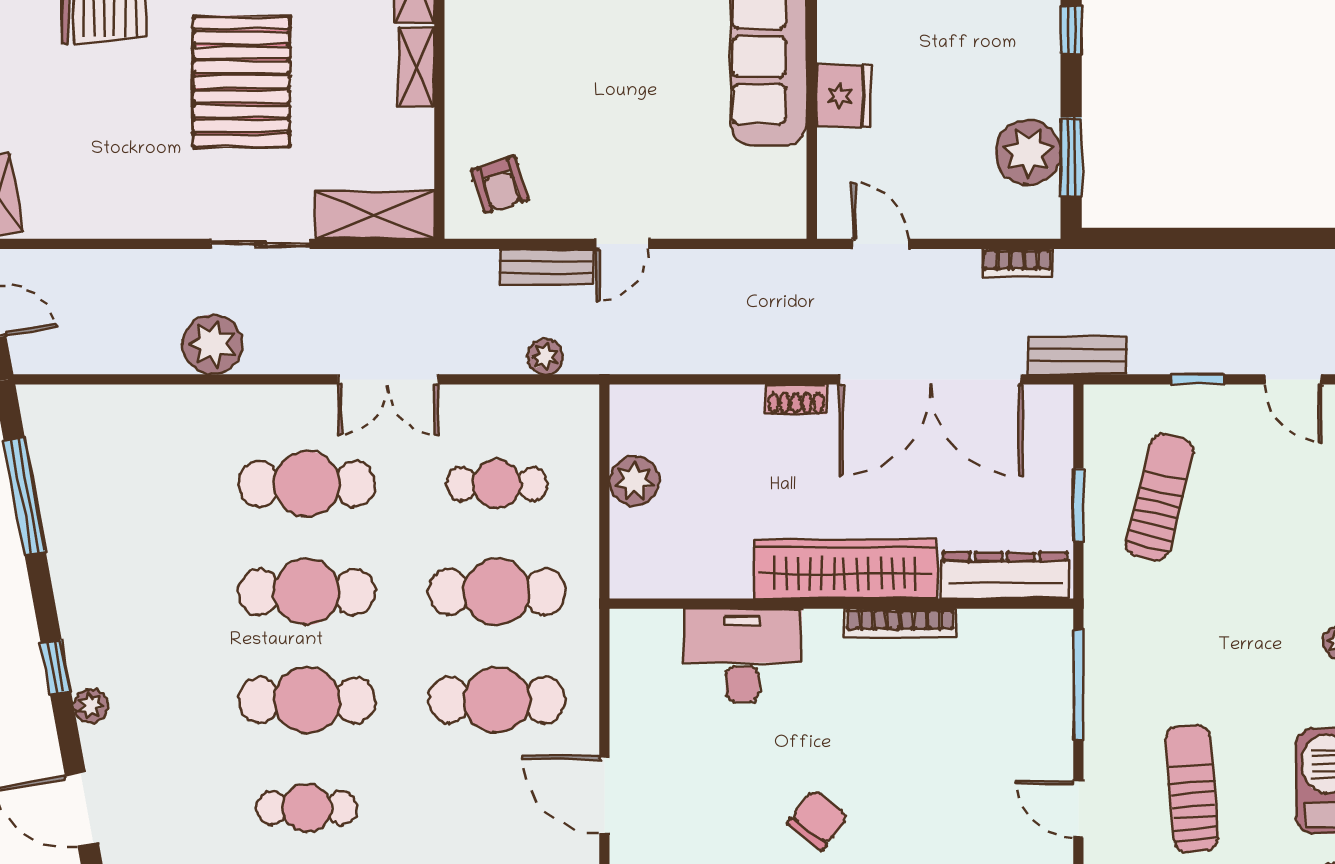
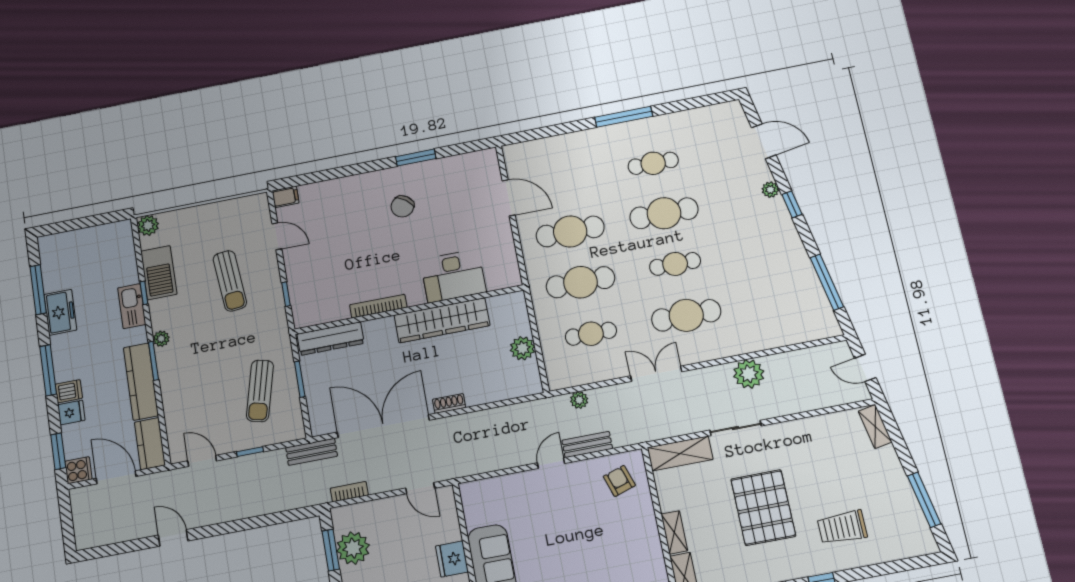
wardrobe: (845, 569) -> (442, 320), moved
cafe table: (307, 592) -> (675, 264), width x0.73, depth x0.74
window: (1078, 685) -> (286, 294), width x0.46
sun lounger: (1192, 789) -> (230, 281), moved

